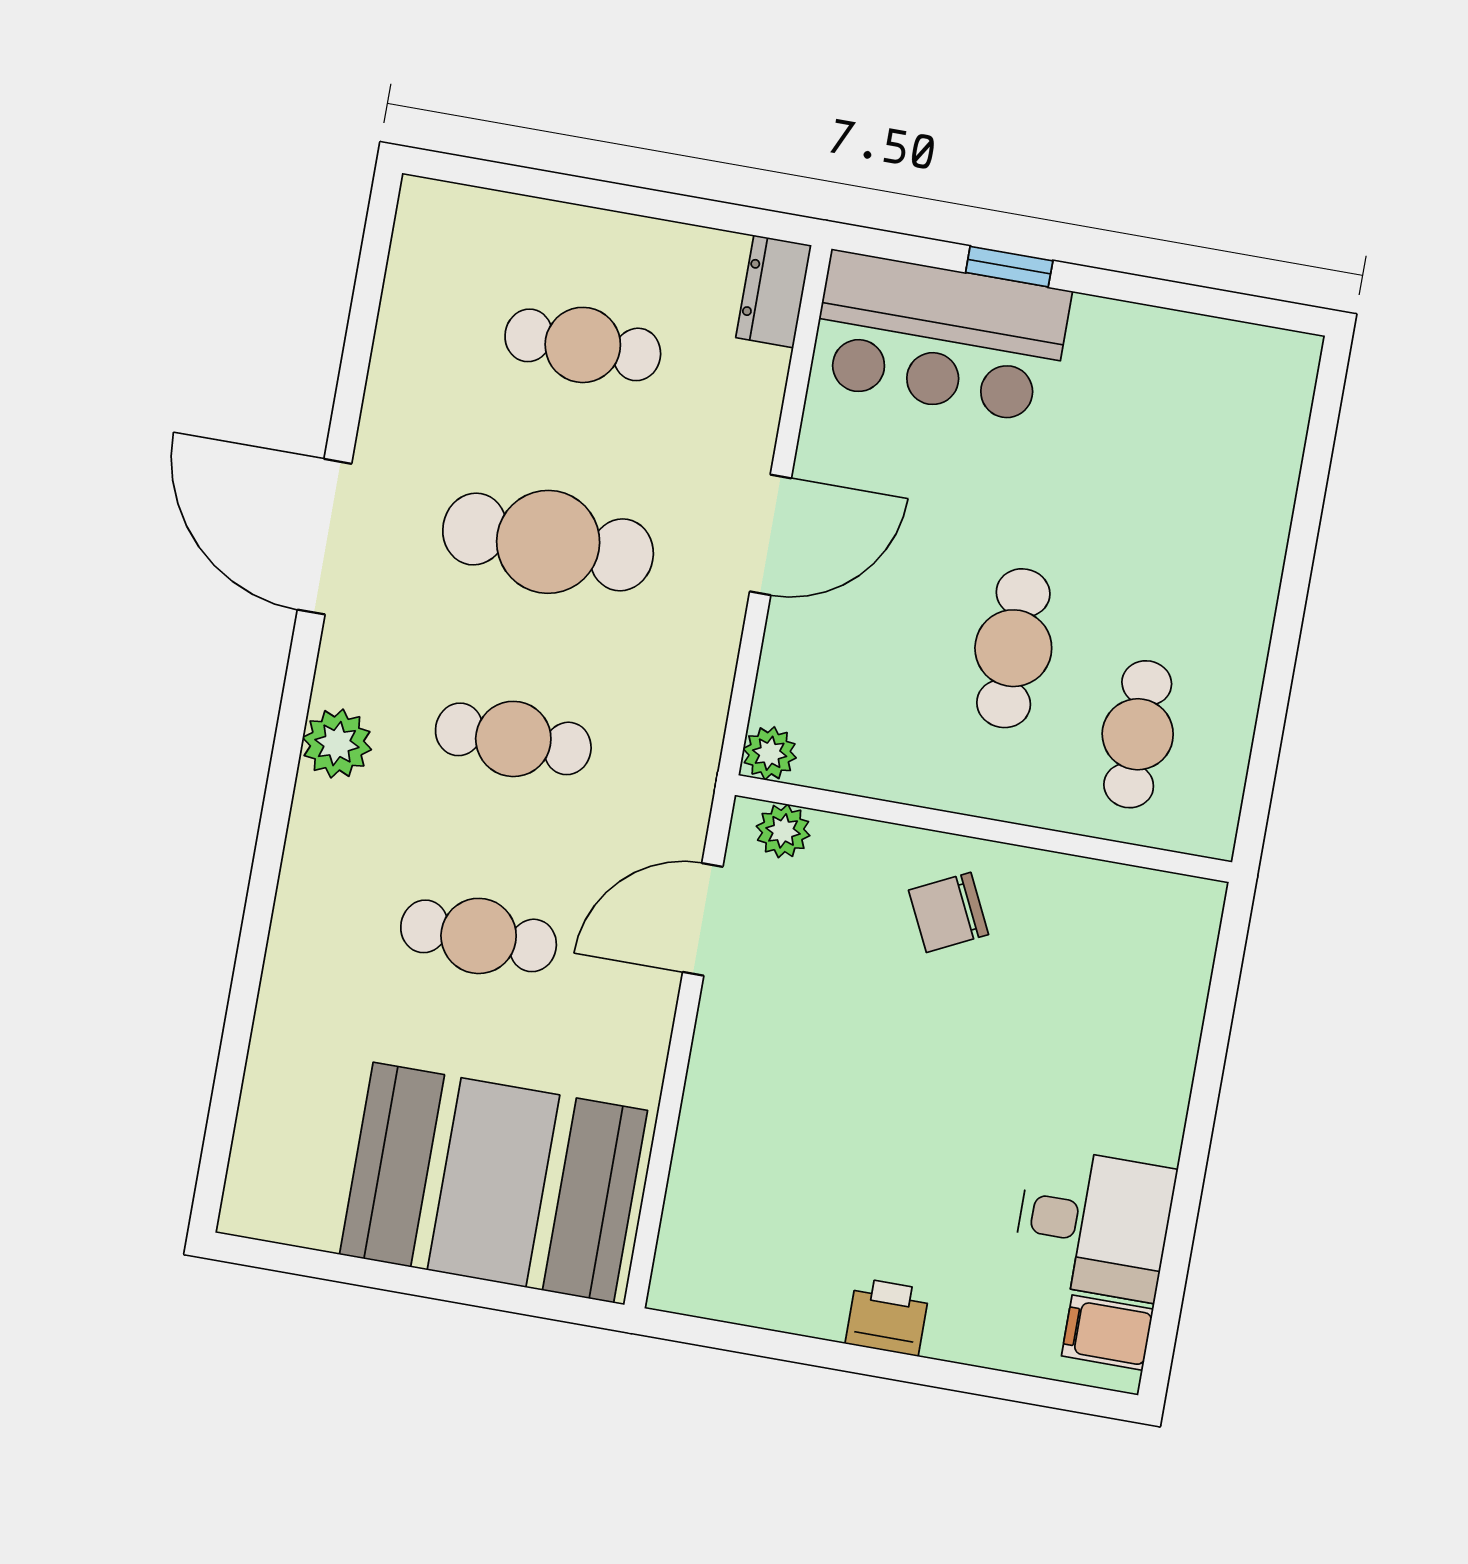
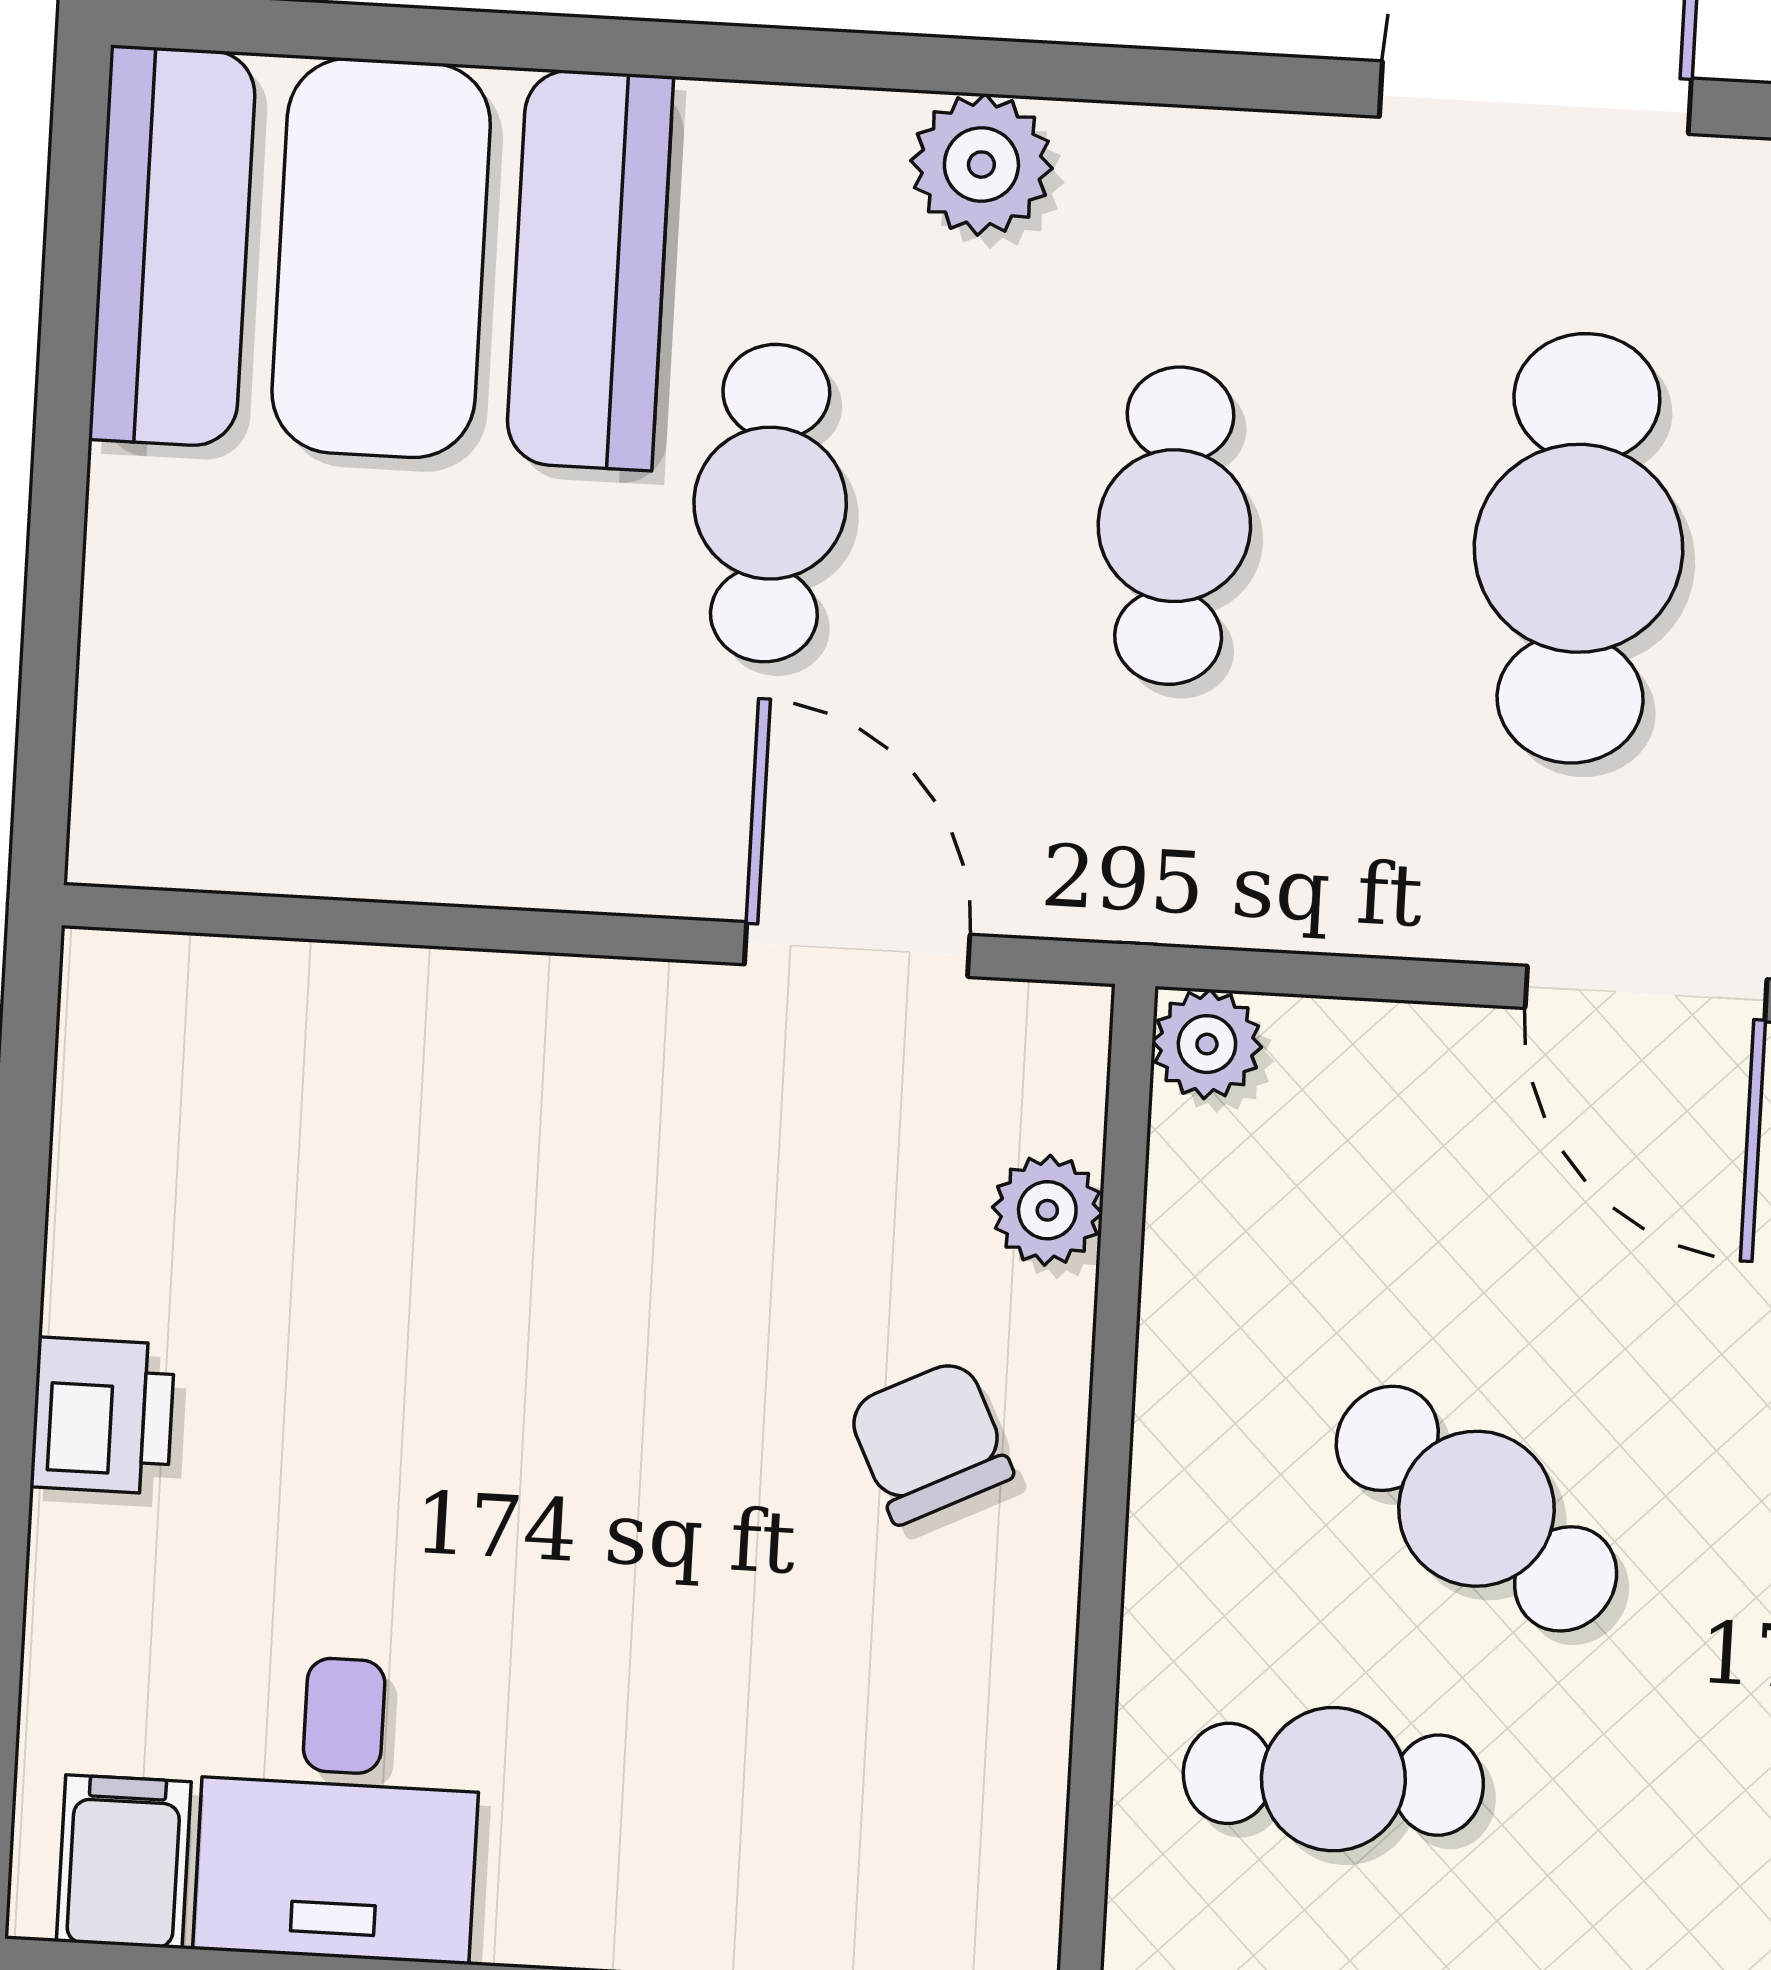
cafe table: (1013, 648) -> (1476, 1509), turned 35
plant: (337, 744) -> (981, 165), moved
plant: (783, 831) -> (1047, 1210), moved
booth: (493, 1183) -> (381, 258), moved, turned 90

